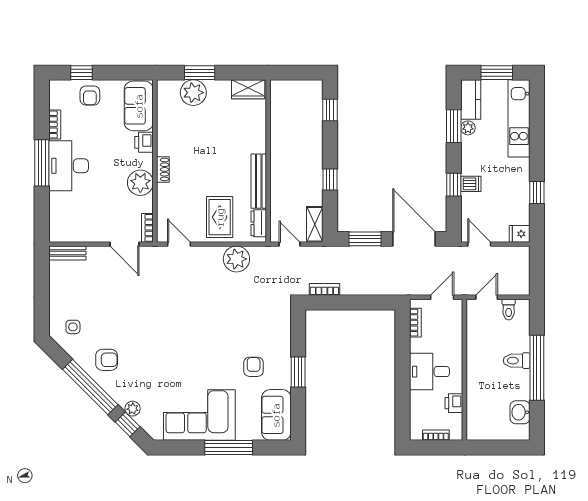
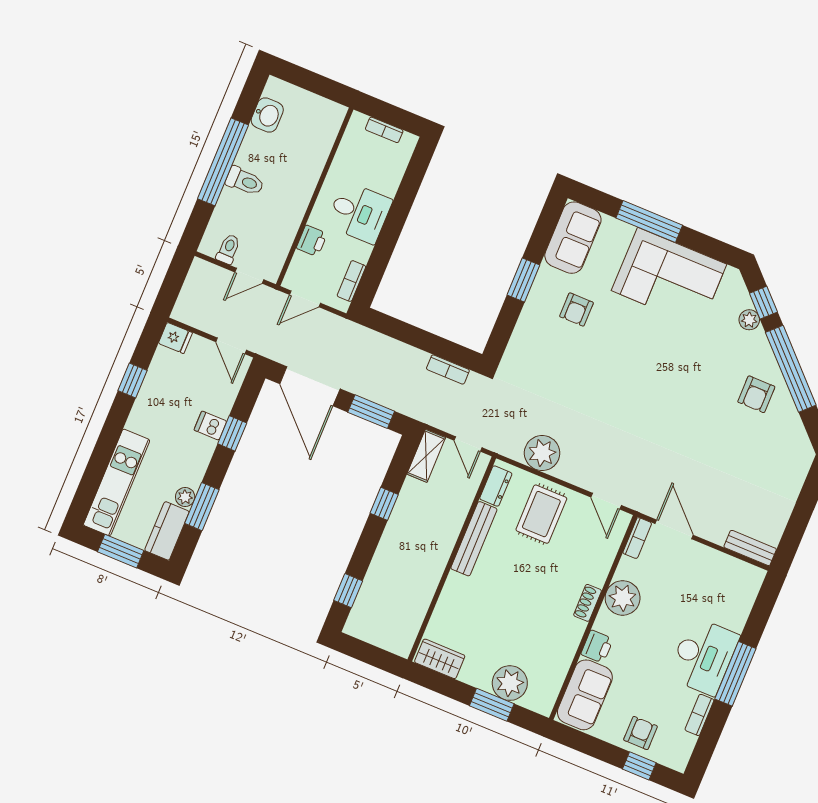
side table: (73, 327) -> (781, 453), removed
armchair: (107, 360) -> (756, 394), turned -90
printer: (454, 403) -> (312, 241), moved

